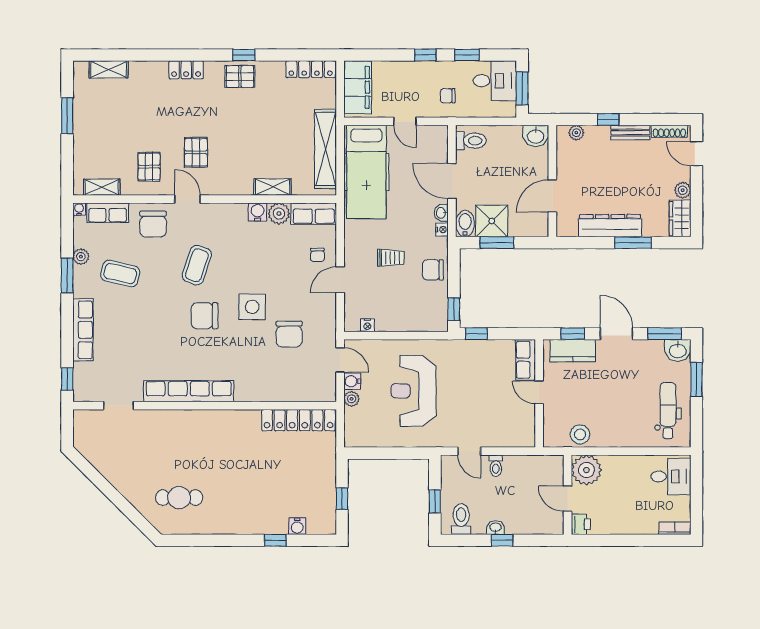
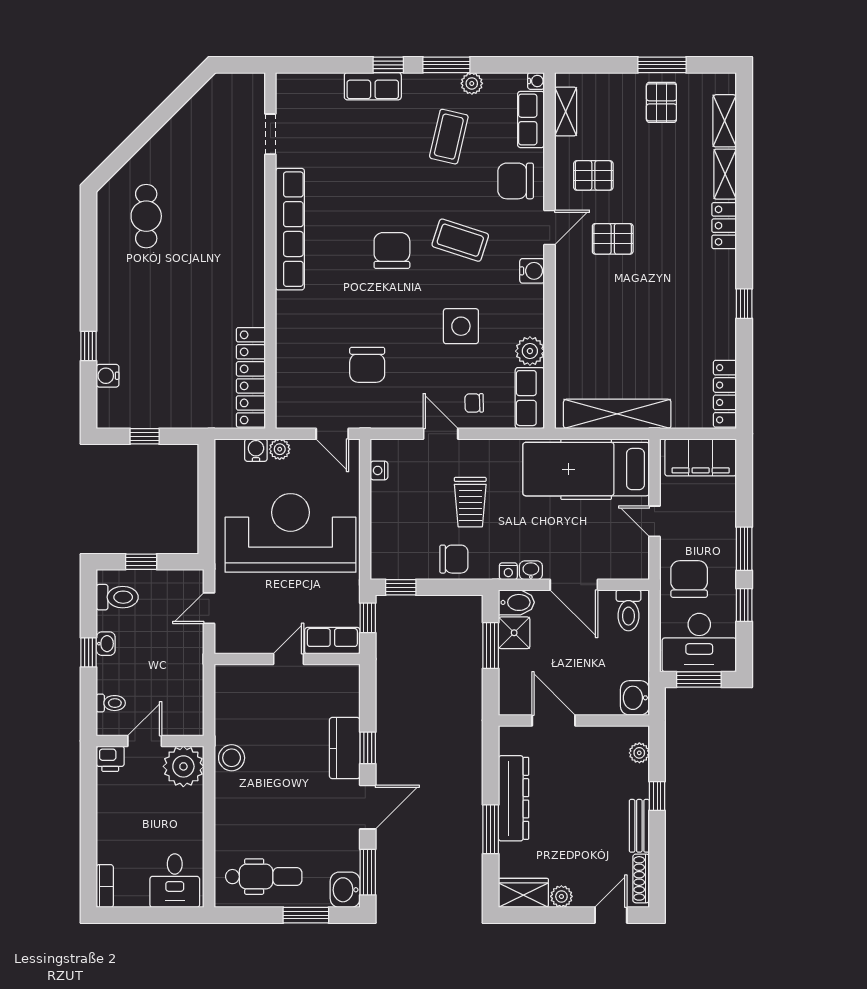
window: (425, 55) -> (744, 549), width x1.50
pallet: (240, 77) -> (661, 102), moved
desk: (495, 81) -> (699, 643), width x1.37
chair: (448, 96) -> (689, 579), width x1.87, depth x1.87
door: (405, 121) -> (654, 521), hinge flipped
door: (452, 181) -> (574, 585), swing flipped
shelving: (273, 187) -> (725, 174), moved
water cooler: (258, 212) -> (532, 271), moved
shower: (492, 221) -> (514, 633), width x0.73, depth x0.73
trolley: (391, 258) -> (470, 502), width x1.36, depth x1.39
chair: (433, 270) -> (454, 559), turned 90
side table: (252, 307) -> (461, 326), moved
row of seats: (83, 330) -> (373, 86), width x0.68
chair: (289, 334) -> (367, 365), turned -90
door: (340, 360) -> (332, 434), hinge flipped
row of seats: (526, 360) -> (332, 641), moved
window: (67, 379) -> (388, 65), moved
water cooler: (352, 381) -> (256, 450), moved
reception desk: (414, 391) -> (290, 533), width x1.36, depth x1.30
door: (539, 392) -> (288, 659), moved
wall: (539, 393) -> (287, 659), moved
toilet: (496, 466) -> (111, 703), moved, turned 180

